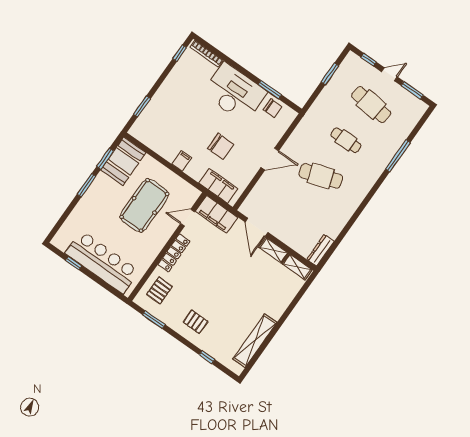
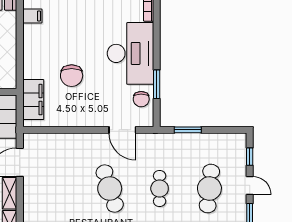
window: (330, 74) -> (188, 130), moved
door: (270, 159) -> (122, 130), moved
filing cabinet: (182, 161) -> (32, 16), moved

